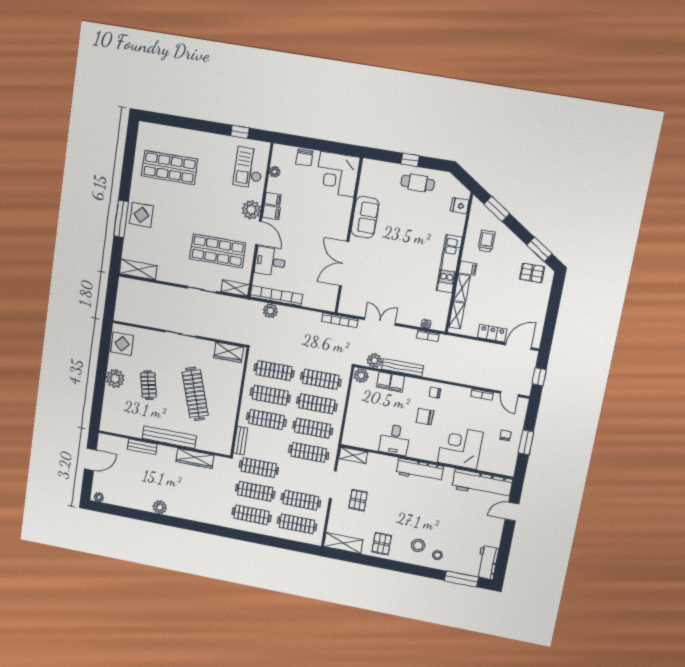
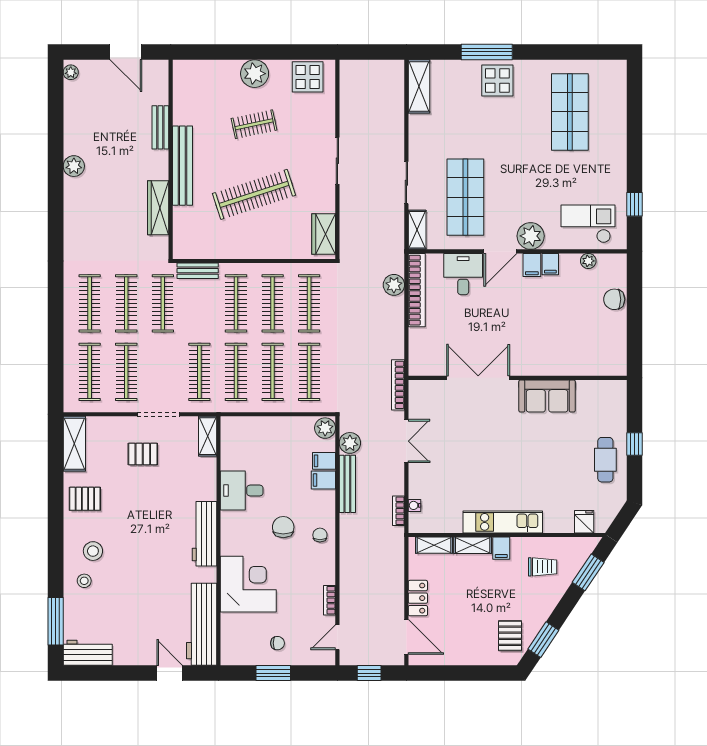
corner desk: (337, 174) -> (599, 348), removed

